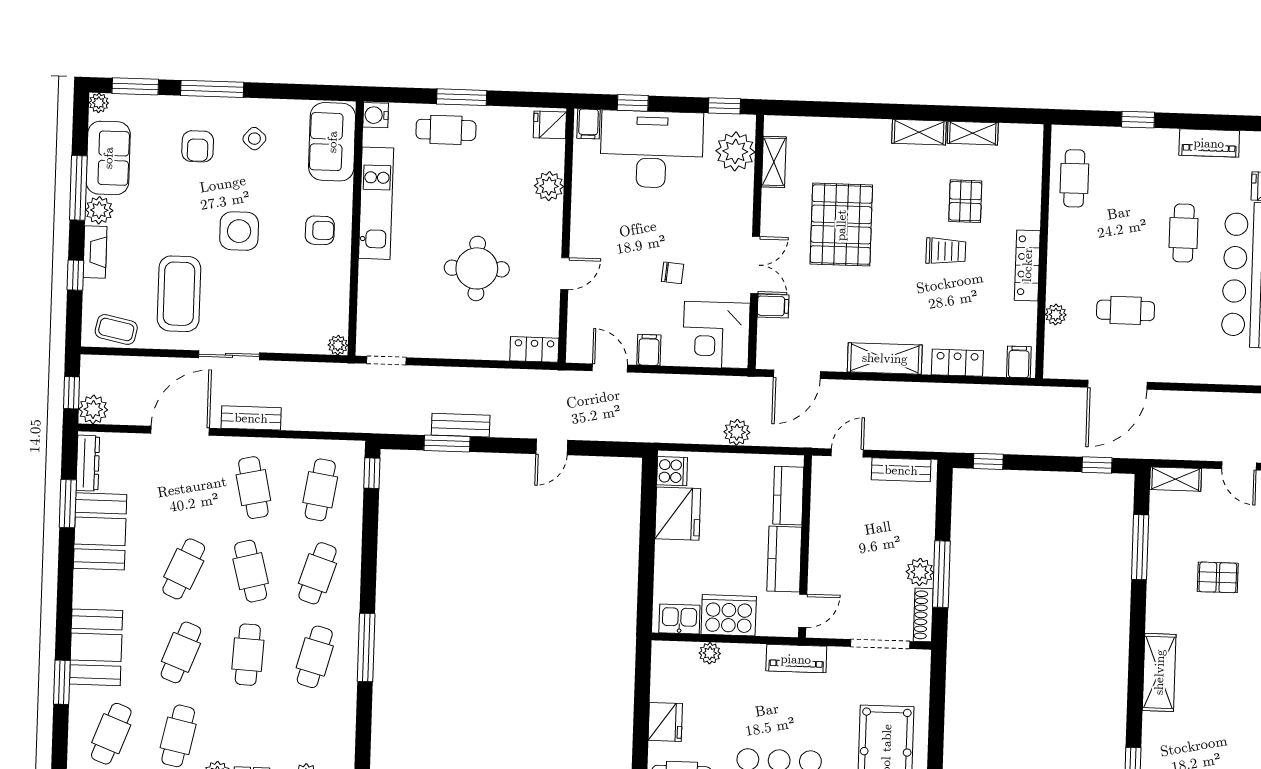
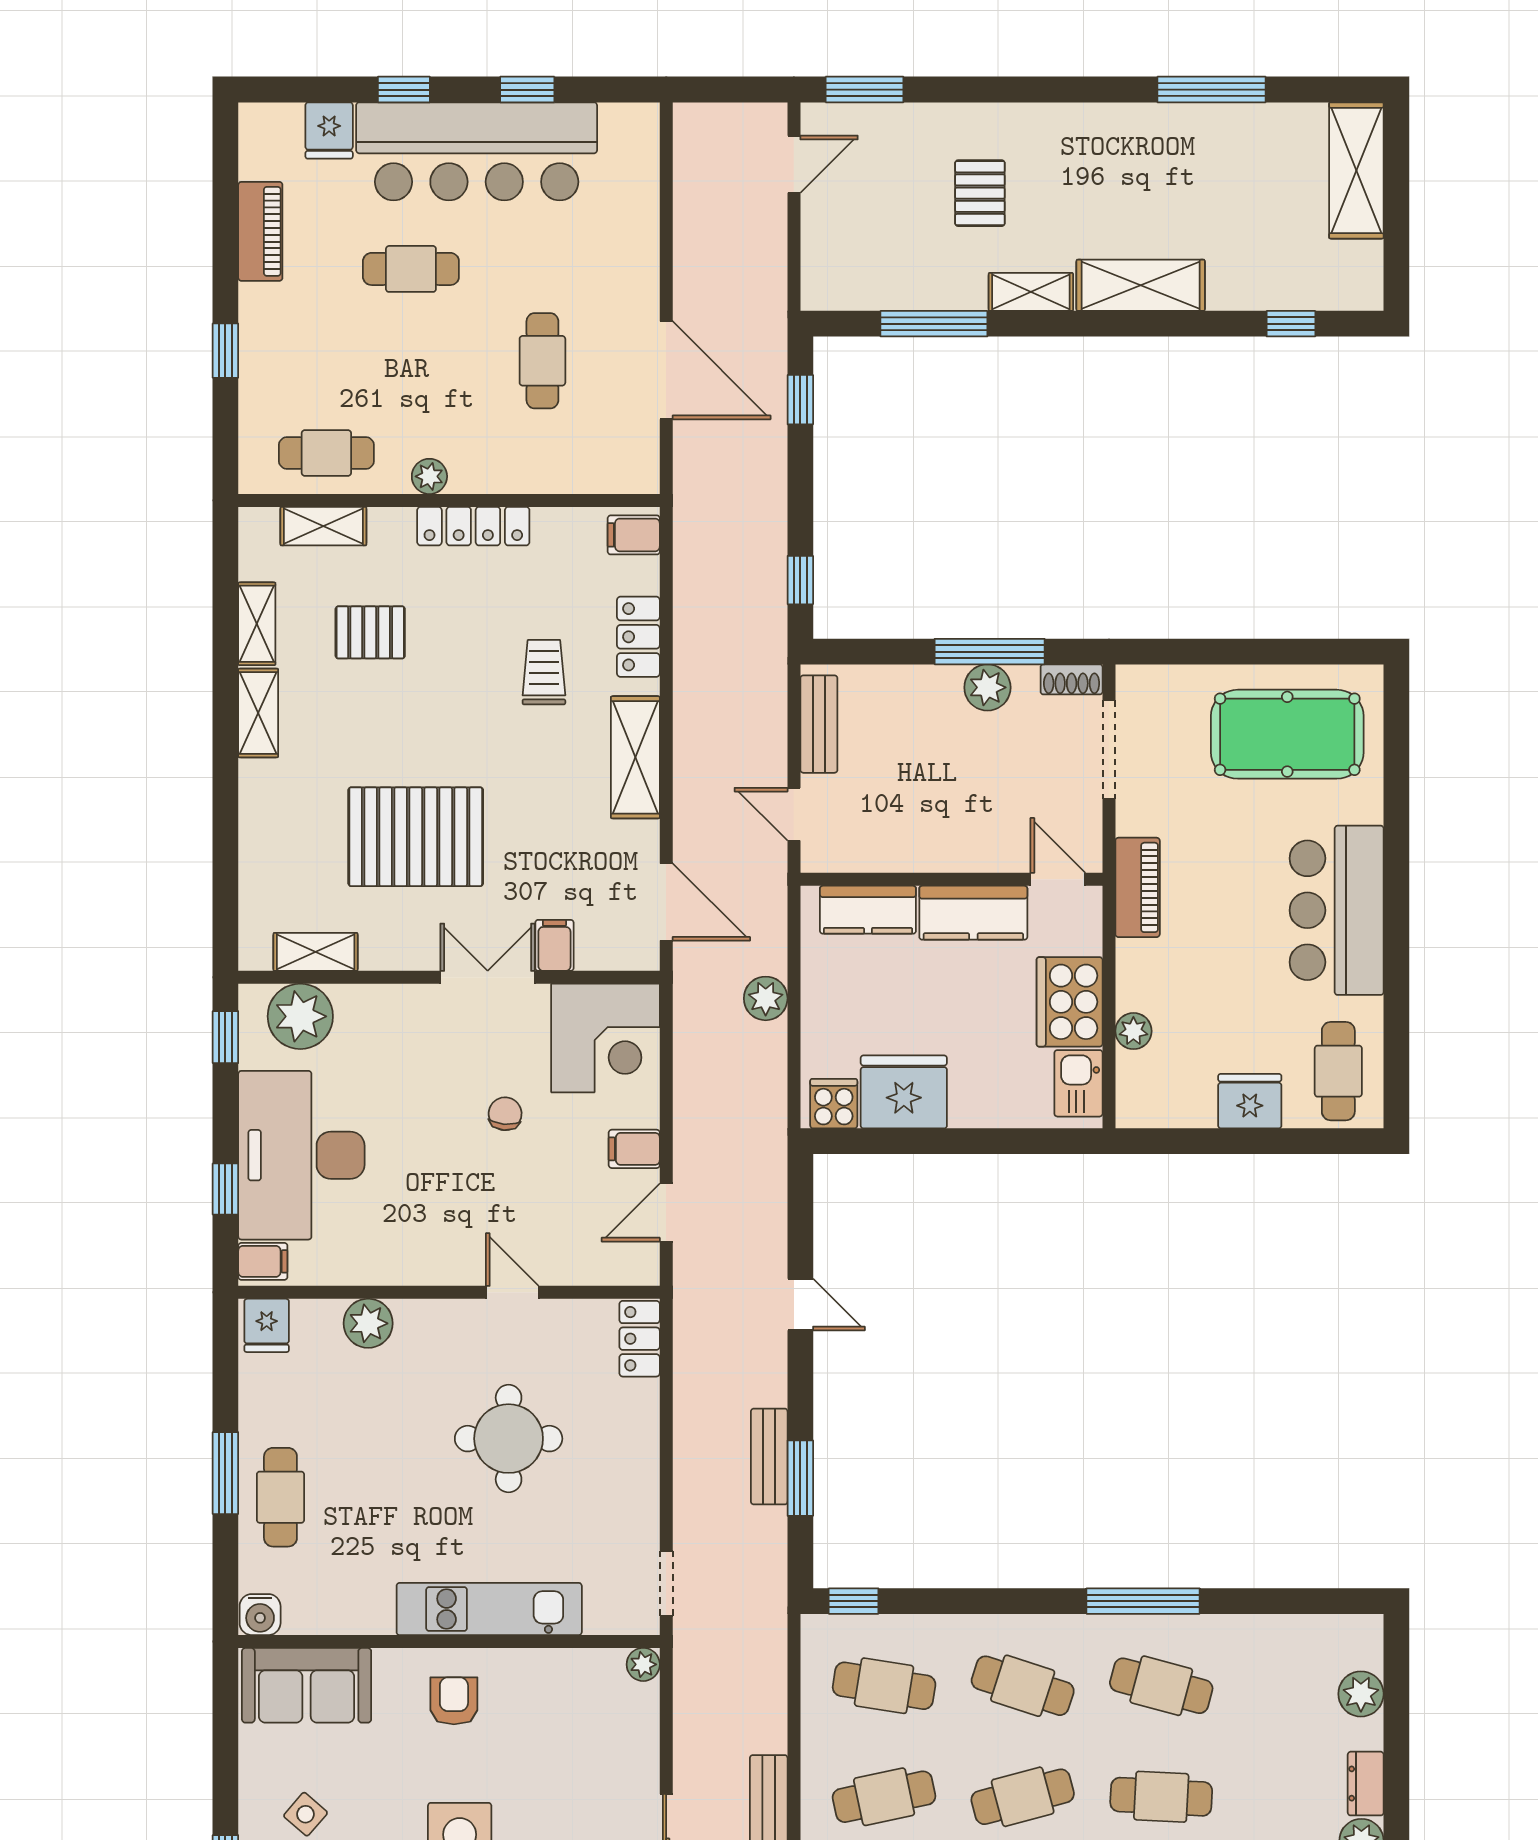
shelving: (1030, 175) -> (323, 526), added
kitchen unit: (376, 203) -> (489, 1609), moved
trolley: (946, 251) -> (544, 672), moved
plant: (1056, 315) -> (429, 476), moved
shelving: (1176, 479) -> (1031, 292), moved, turned 90
shoe rack: (923, 615) -> (1072, 679), width x0.70

